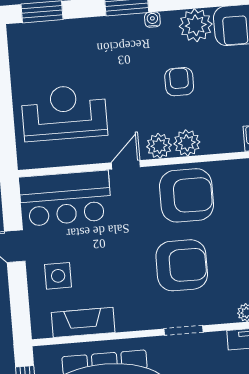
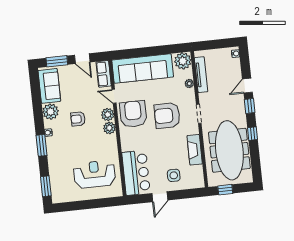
reception desk: (64, 113) -> (94, 174), turned 90
door: (126, 165) -> (114, 96), moved
armchair: (182, 265) -> (167, 116), turned -90
fireplace: (83, 322) -> (195, 150), moved

